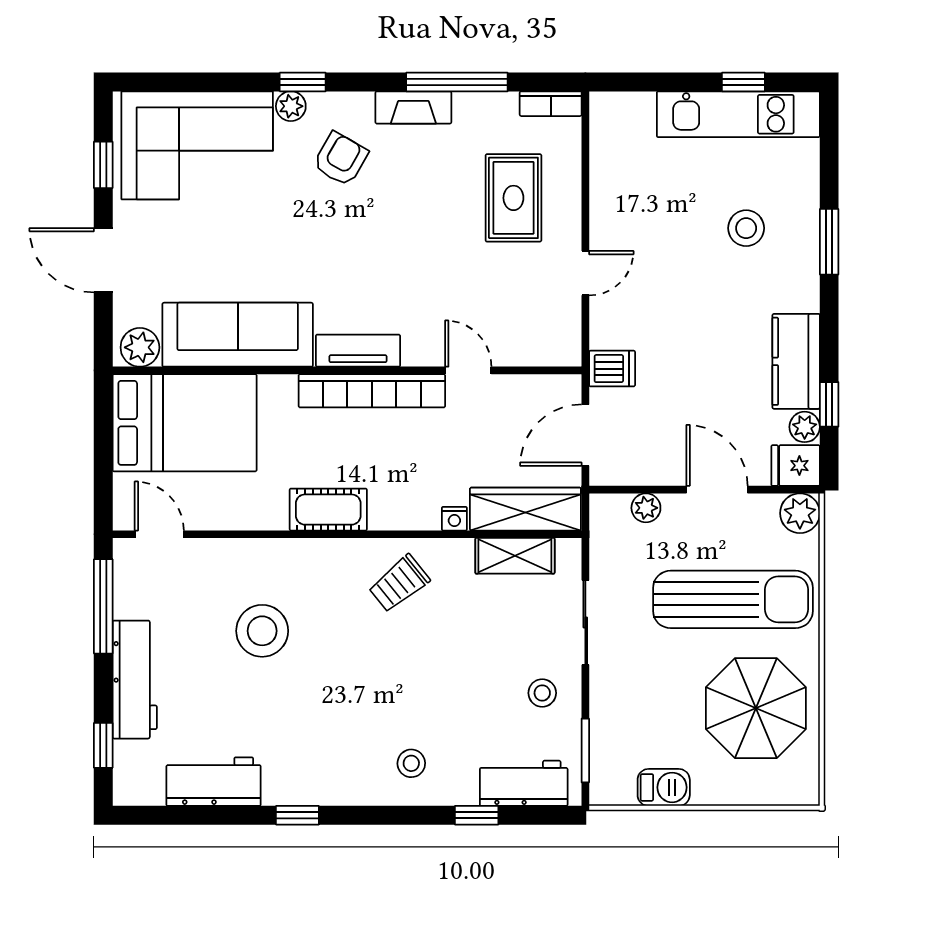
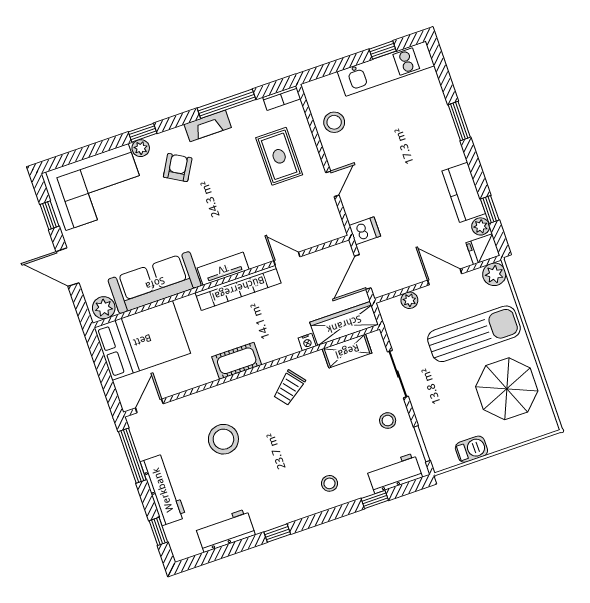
stool: (746, 228) -> (334, 122), moved
door: (159, 534) -> (149, 406), hinge flipped

